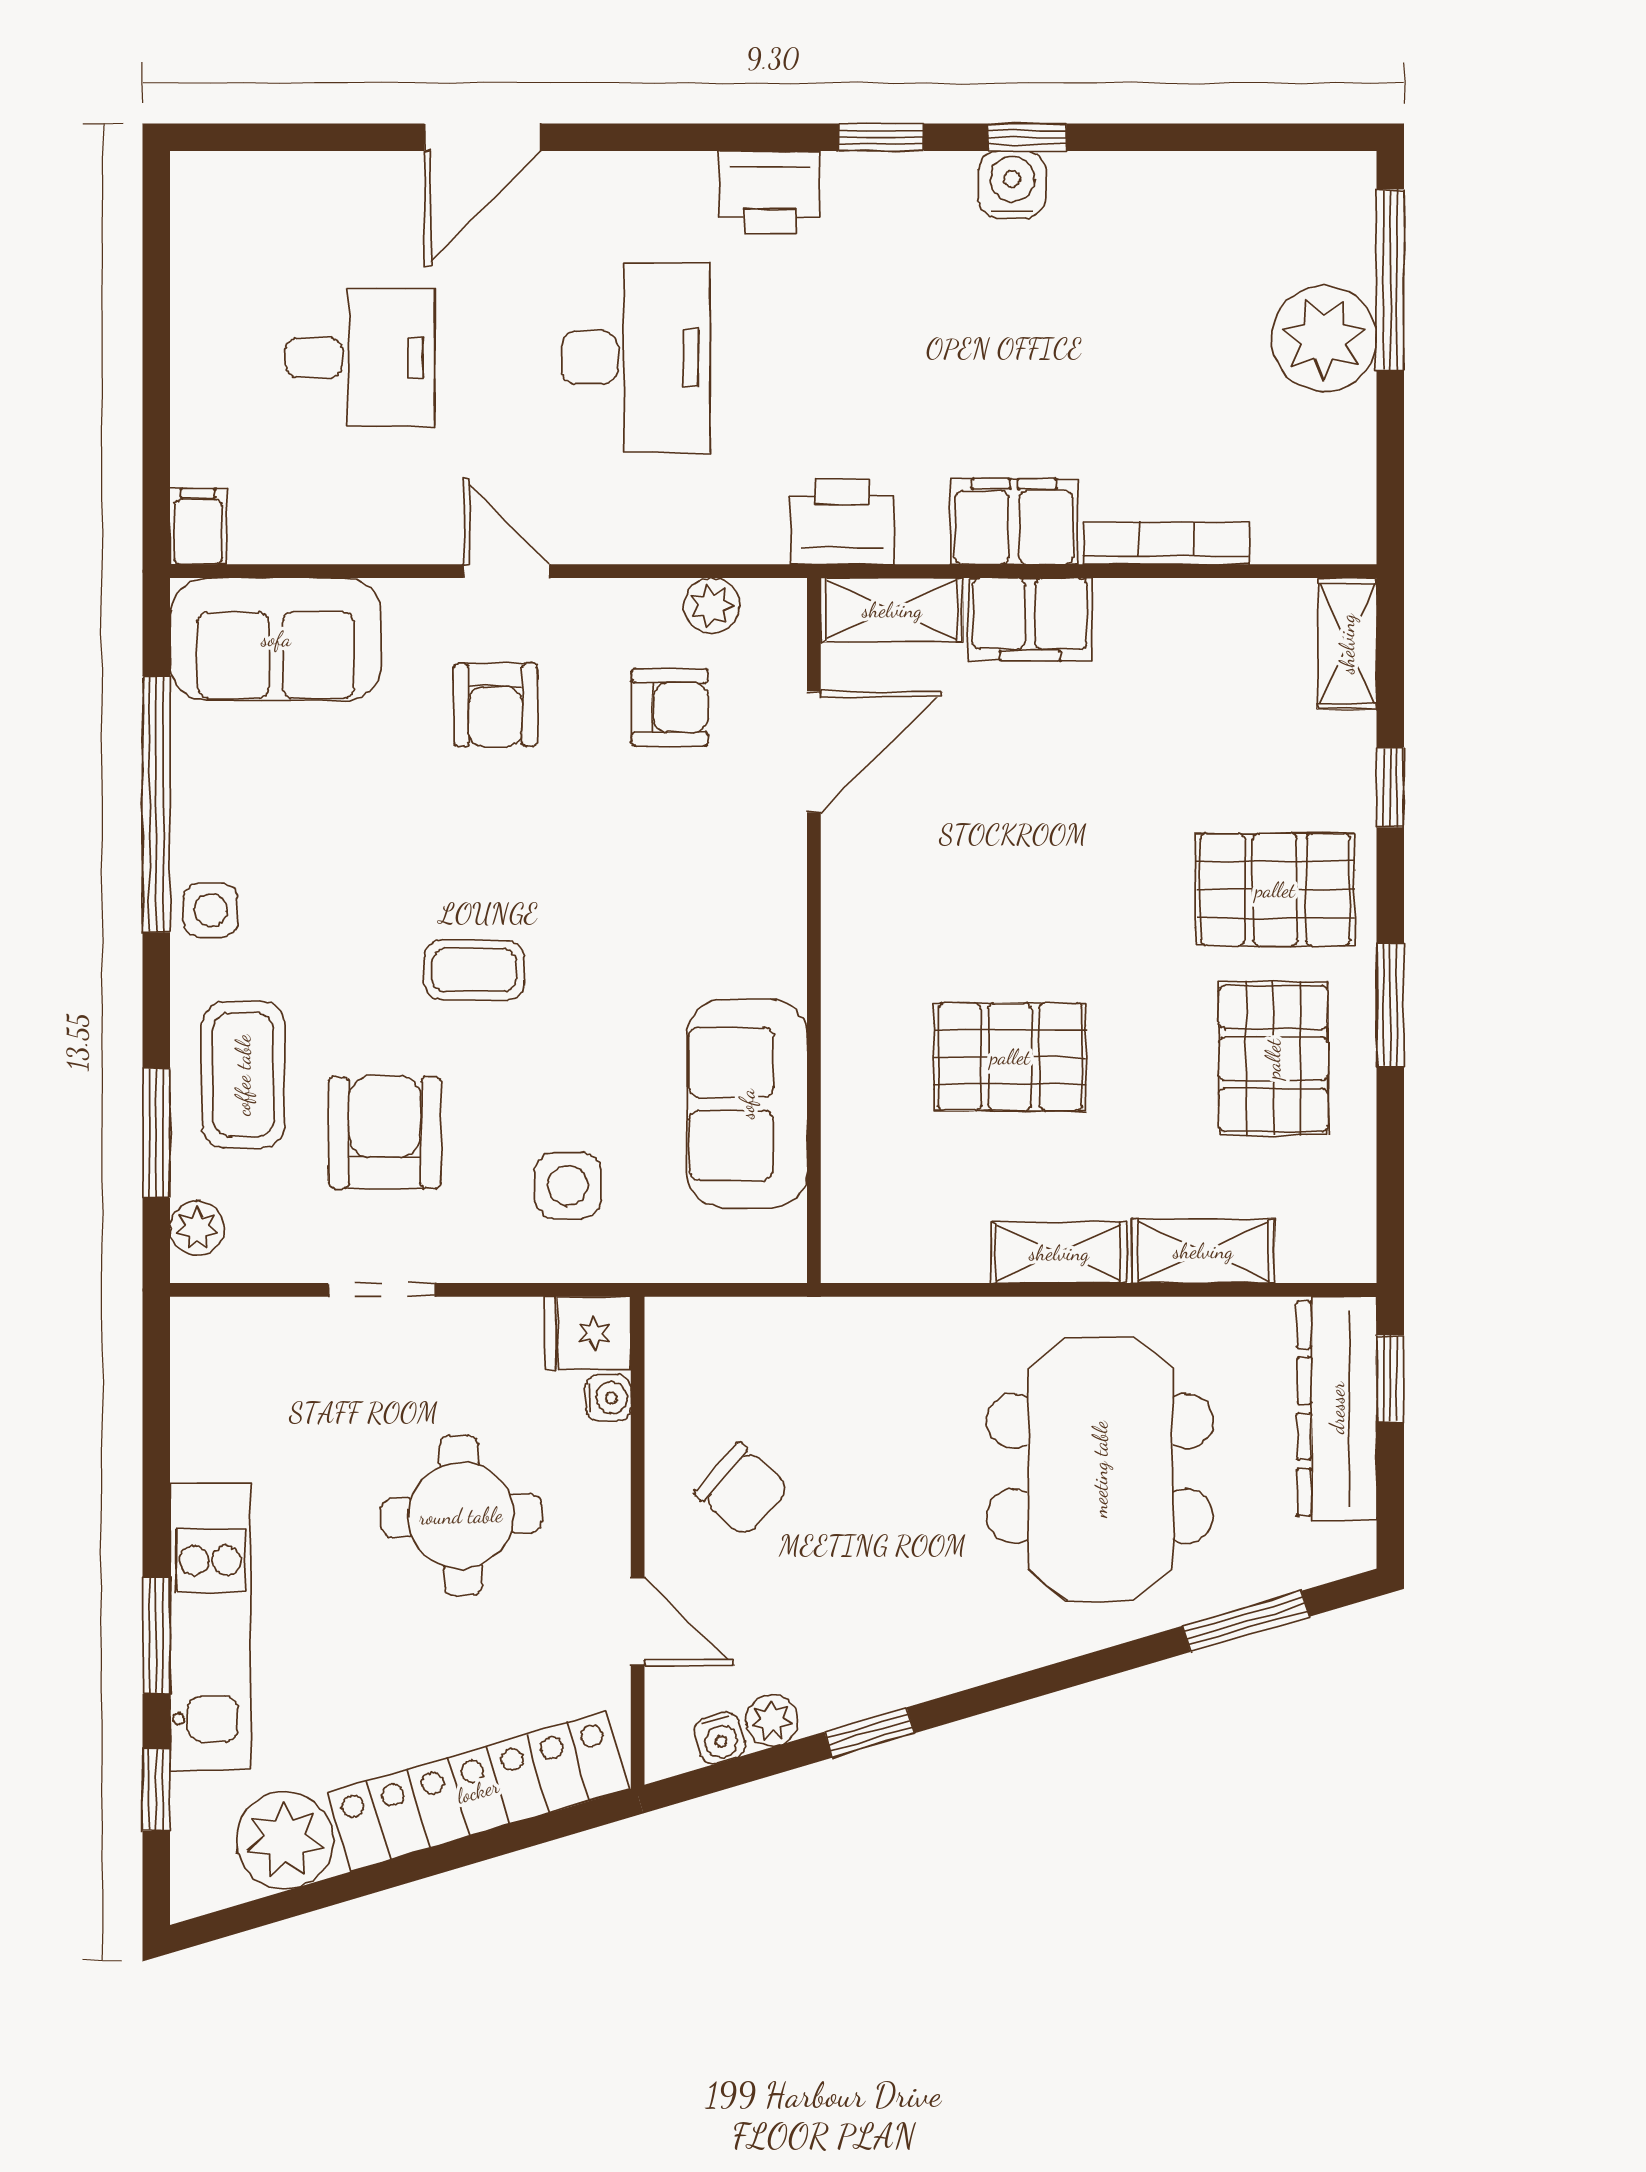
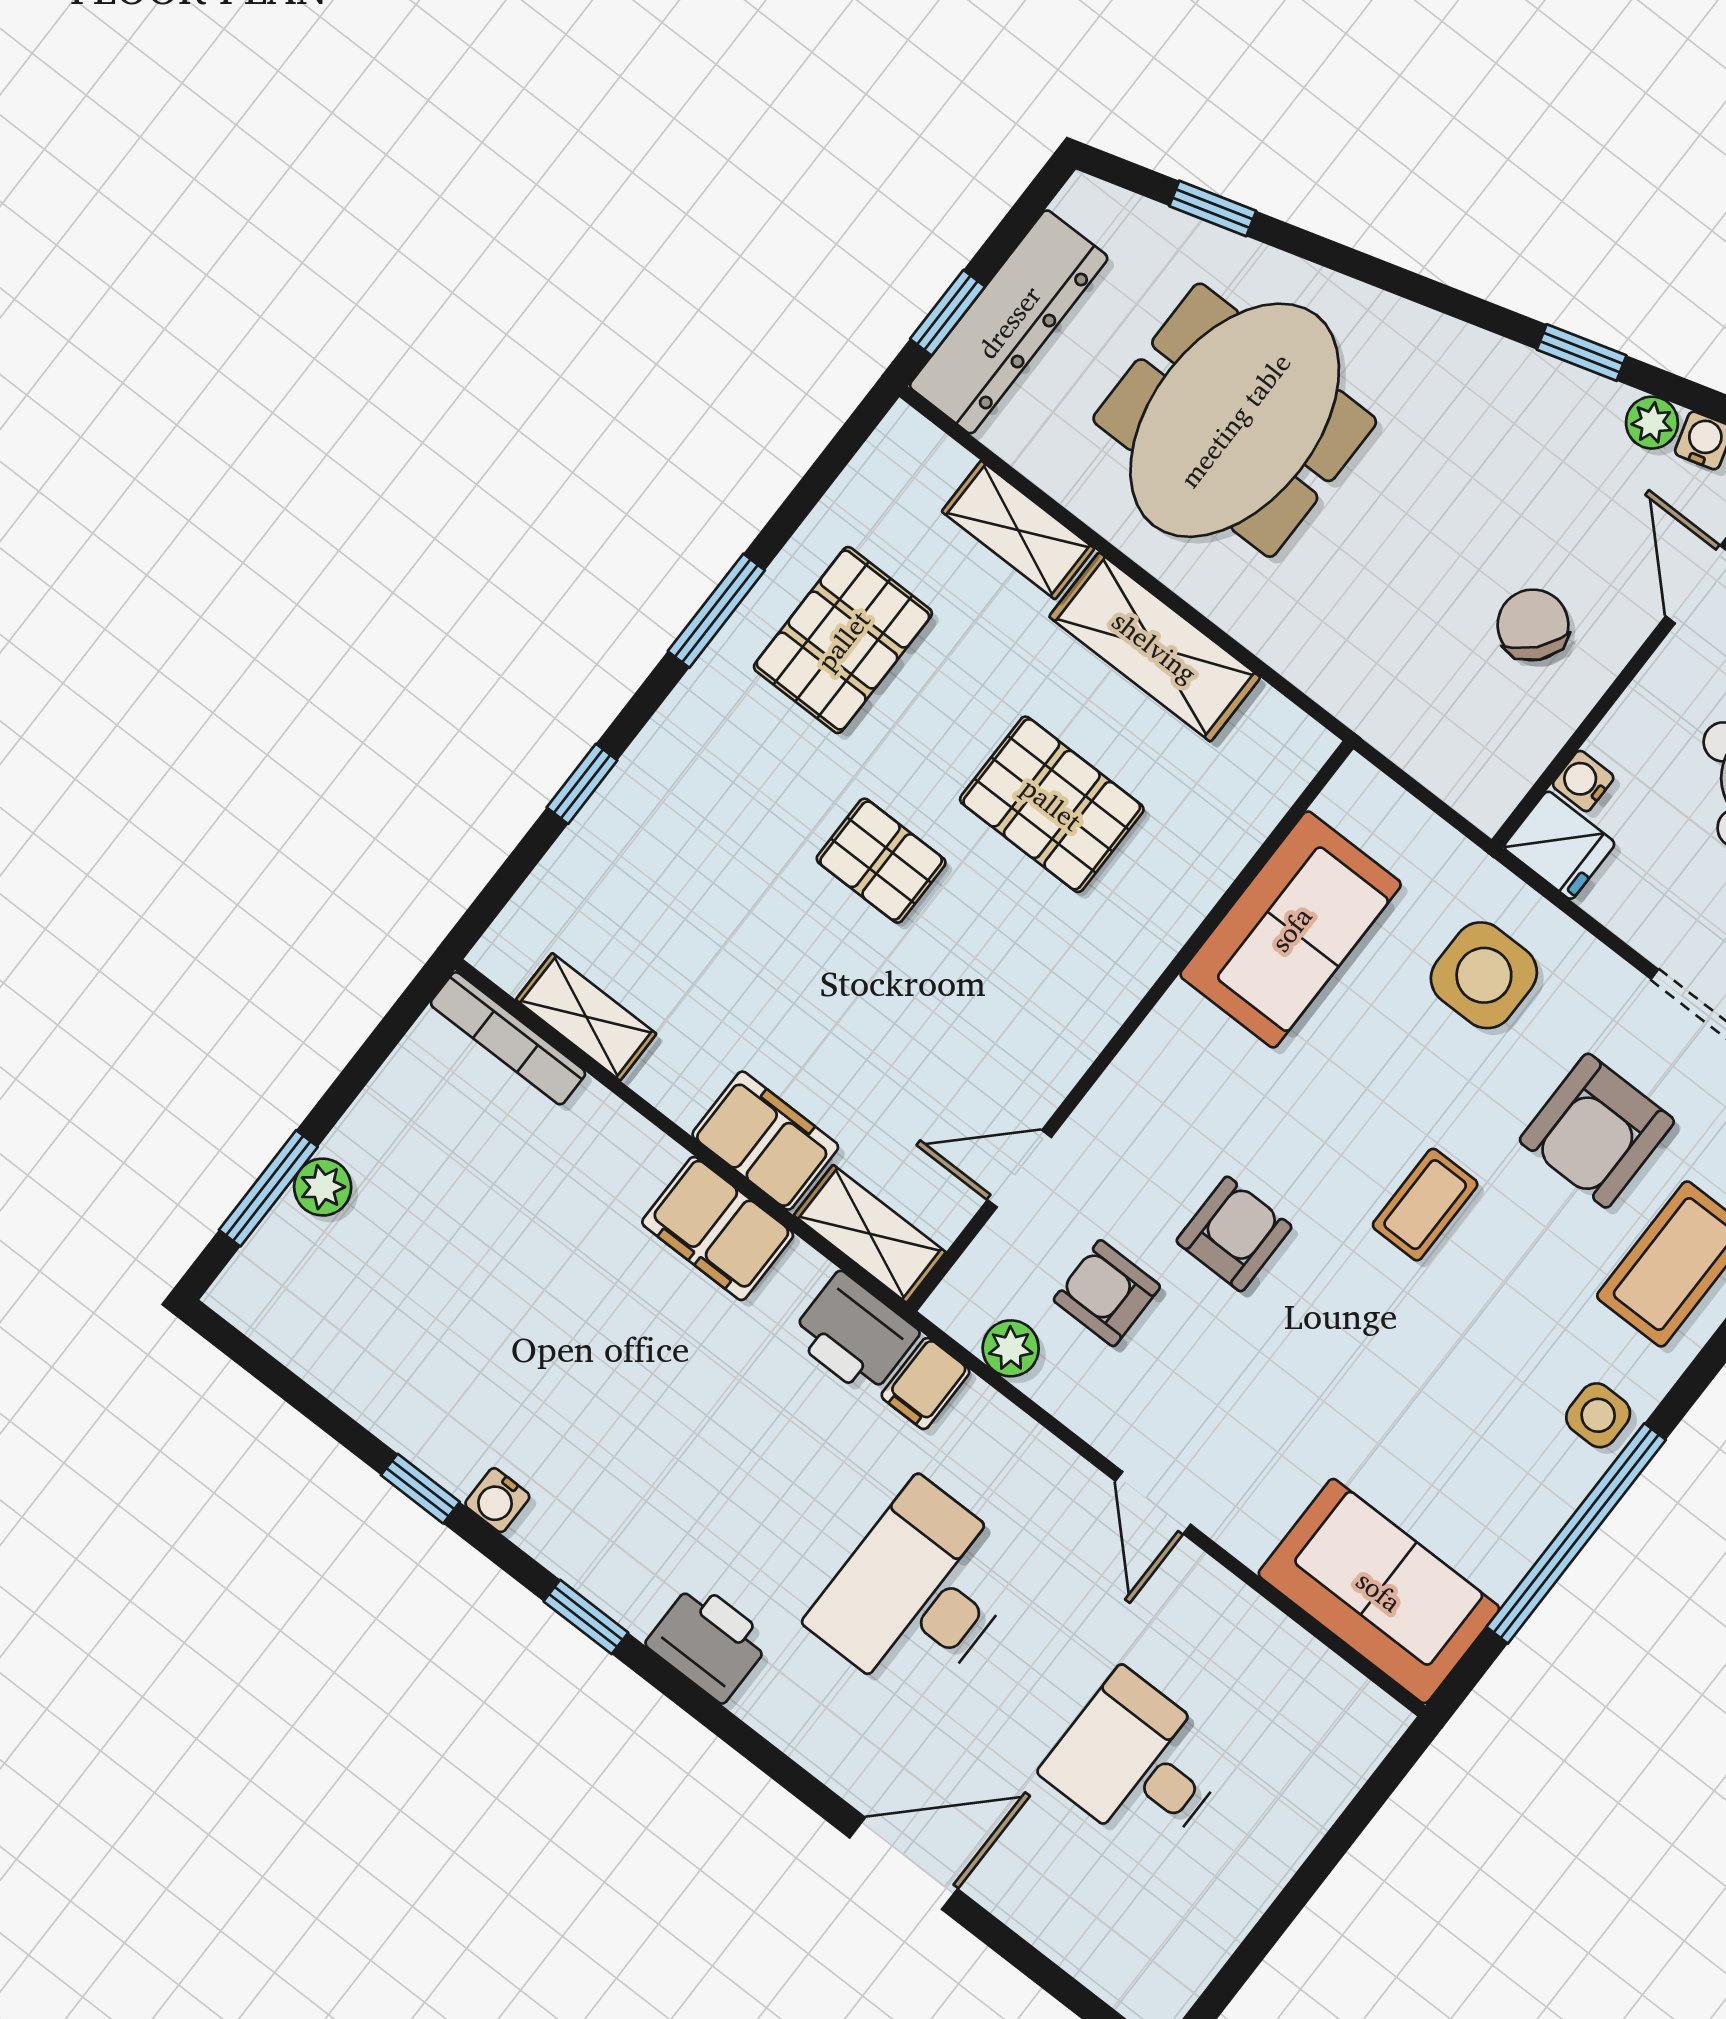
window: (1027, 137) -> (420, 1489), moved
water cooler: (1012, 184) -> (497, 1500), width x0.72, depth x0.72
window: (1390, 280) -> (268, 1188), width x0.69
plant: (1324, 339) -> (323, 1187), width x0.53, depth x0.53
filing cabinet: (198, 526) -> (925, 1383), moved
bookcase: (1167, 543) -> (508, 1038), moved
shelving: (1347, 644) -> (586, 1017), moved, turned 90
armchair: (495, 705) -> (1234, 1234), moved
door: (814, 752) -> (1019, 1169), width x0.73
pallet: (1275, 890) -> (881, 861), moved, width x0.67, depth x0.71
coffee table: (474, 970) -> (1425, 1205), turned 90
side table: (568, 1185) -> (1484, 975), width x1.37, depth x1.37
shelving: (1059, 1253) -> (1155, 647), width x1.50, depth x1.33
window: (1246, 1621) -> (1213, 208), width x0.67

